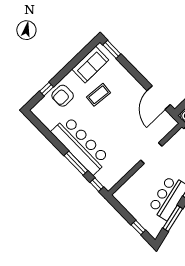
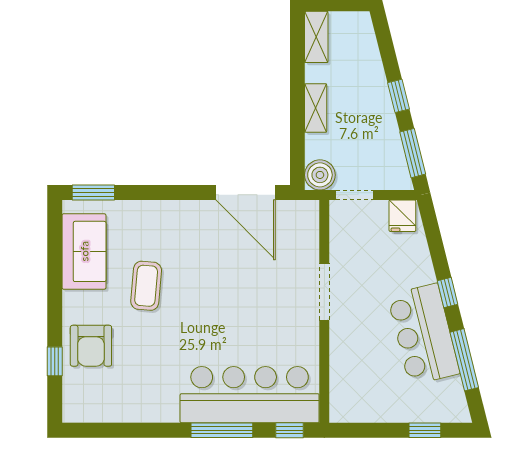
bar counter: (80, 145) -> (250, 395), moved

